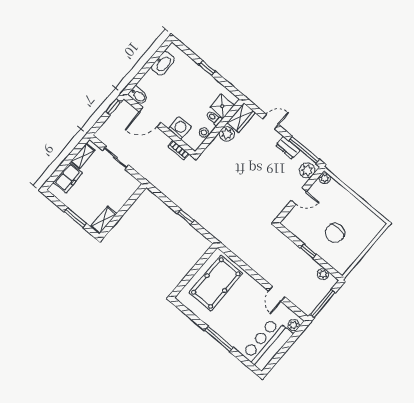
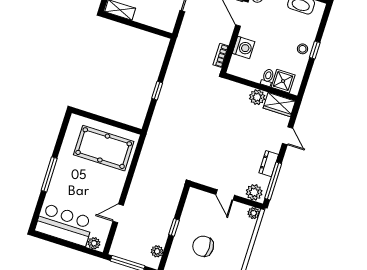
stool: (204, 132) -> (303, 49), moved

